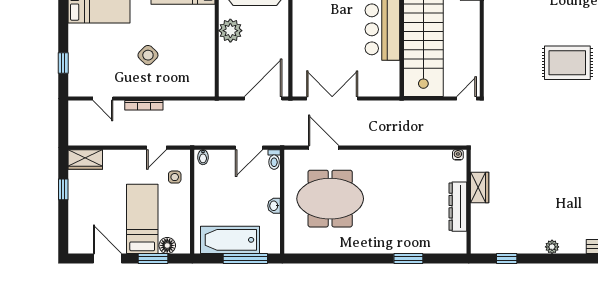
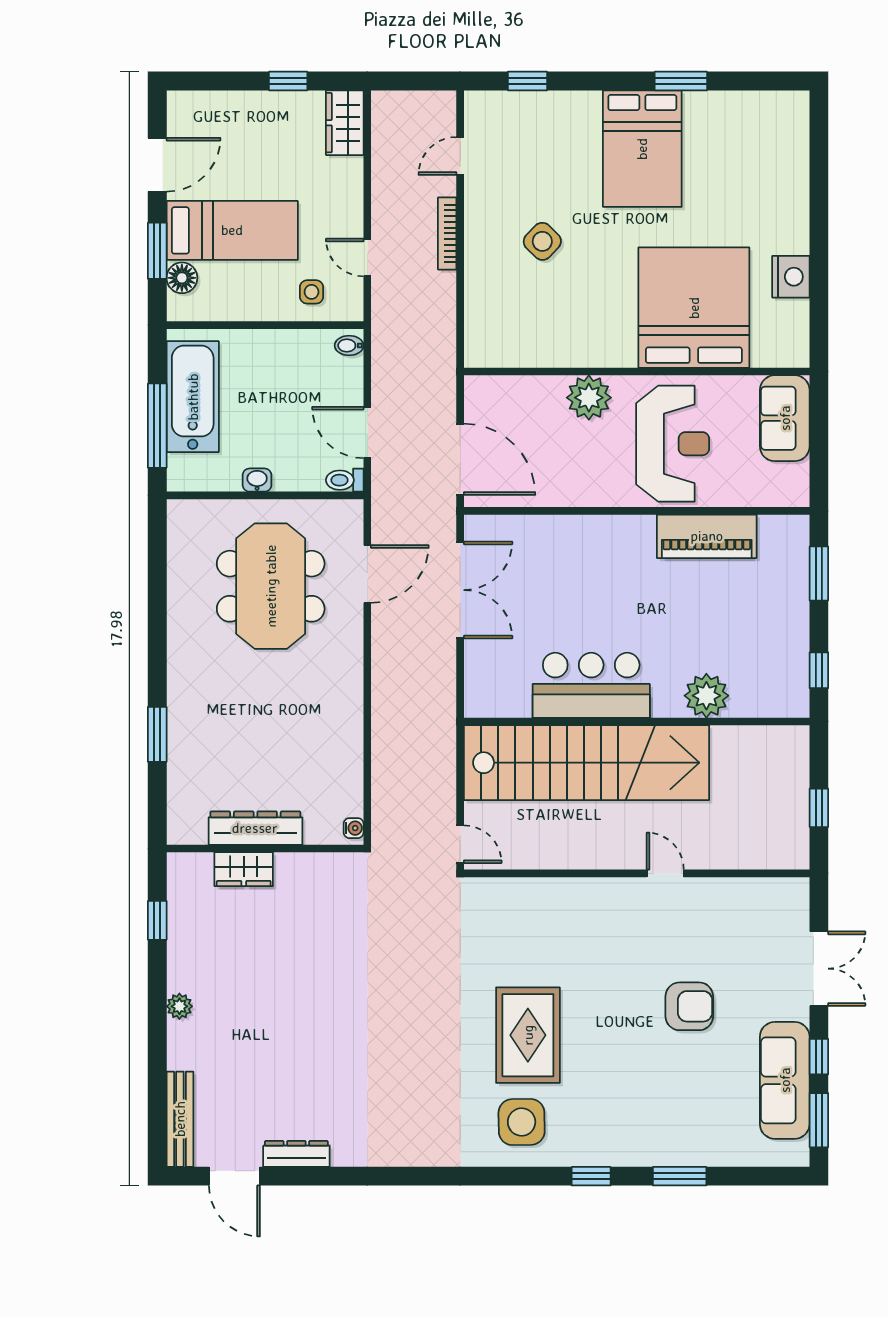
wardrobe: (480, 187) -> (244, 869), moved

